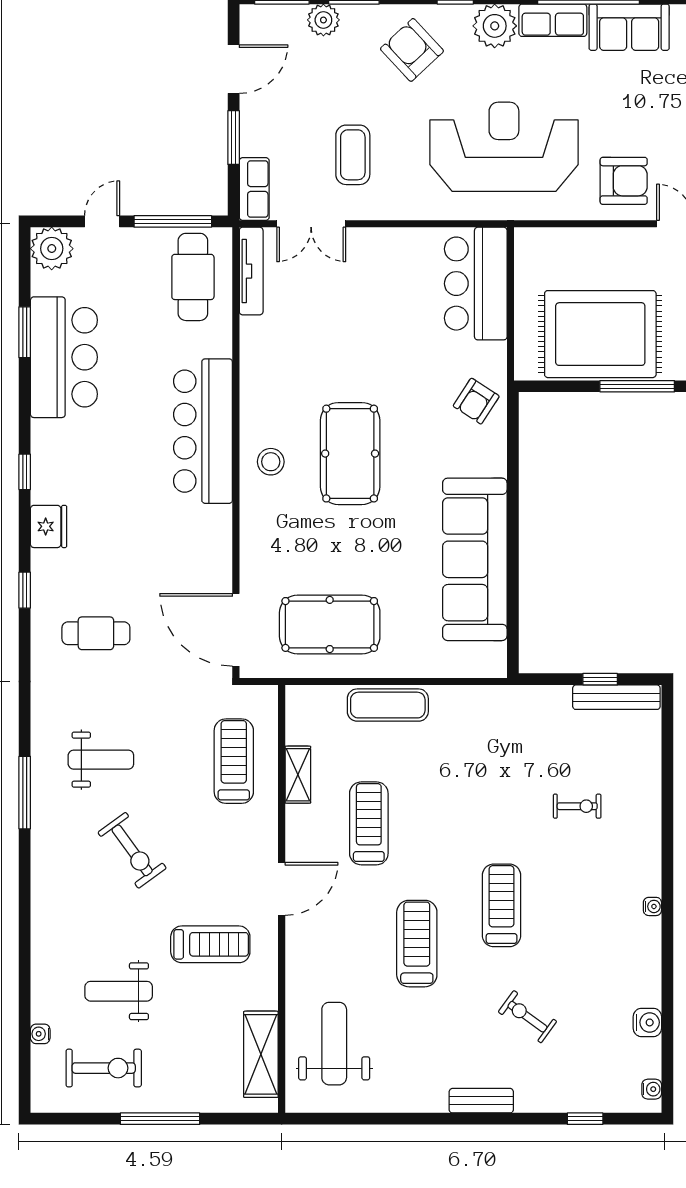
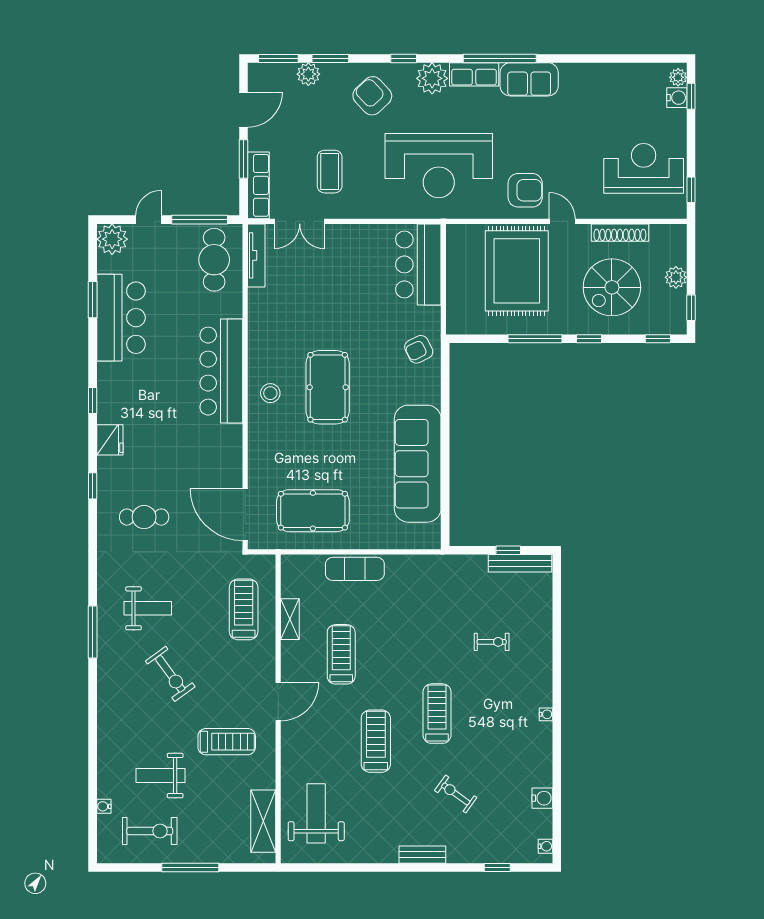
reception desk: (504, 147) -> (439, 166), turned 180
row of seats: (254, 189) -> (258, 185), width x1.48
rug: (600, 334) -> (517, 271), moved, turned 90
armchair: (476, 401) -> (419, 349), turned 31

